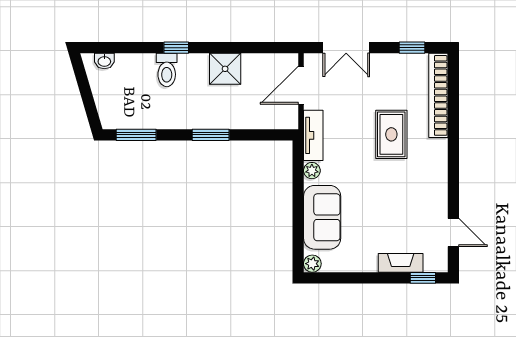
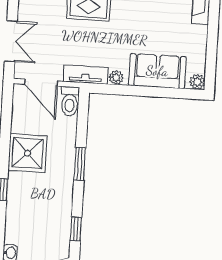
shower: (225, 69) -> (28, 153), width x1.36, depth x1.36
toilet: (167, 70) -> (70, 101), moved, turned 90
window: (136, 135) -> (76, 229), width x0.67

